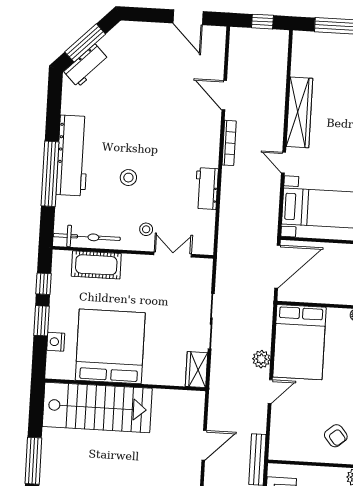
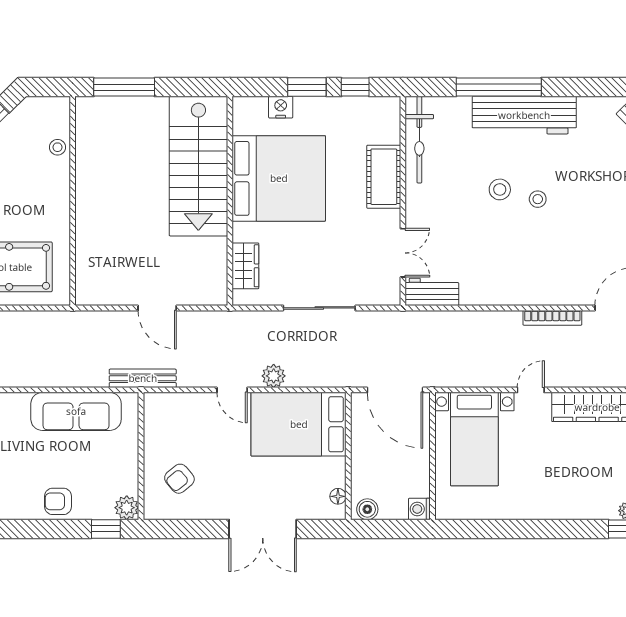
workbench: (207, 189) -> (432, 292), moved
stool: (146, 229) -> (538, 199), moved
cot: (96, 265) -> (384, 177), moved
wardrobe: (196, 370) -> (245, 266), moved, turned 90

